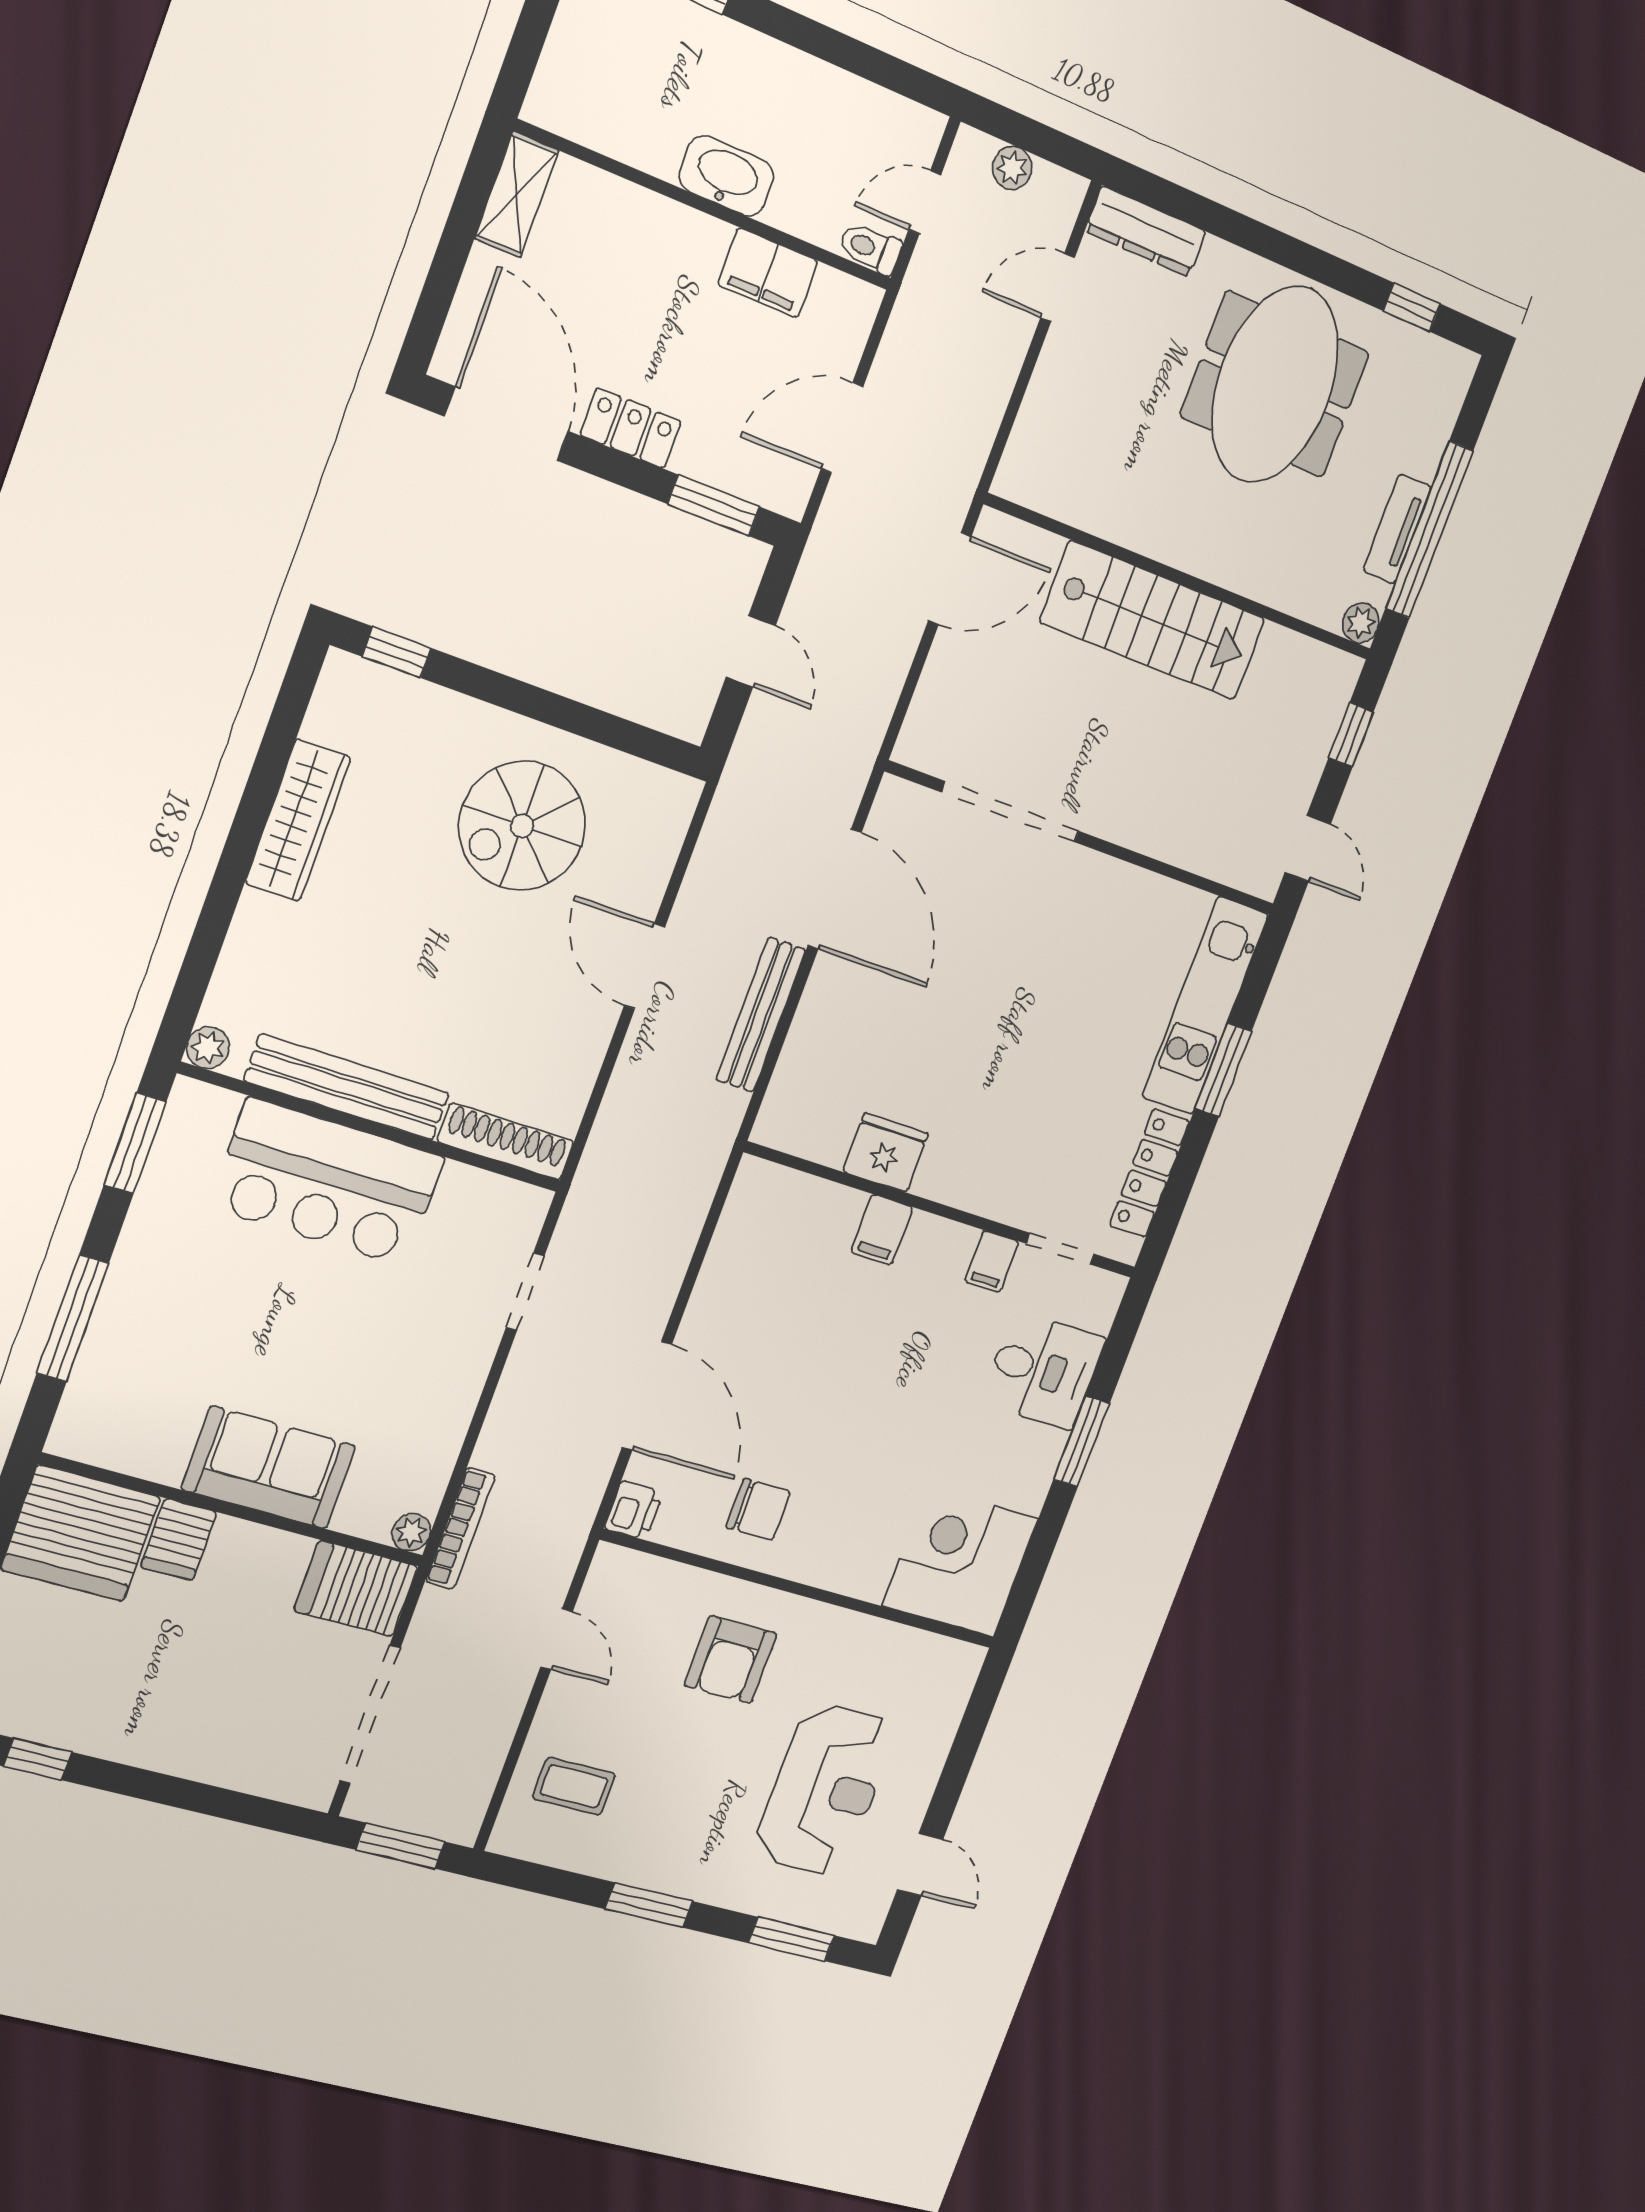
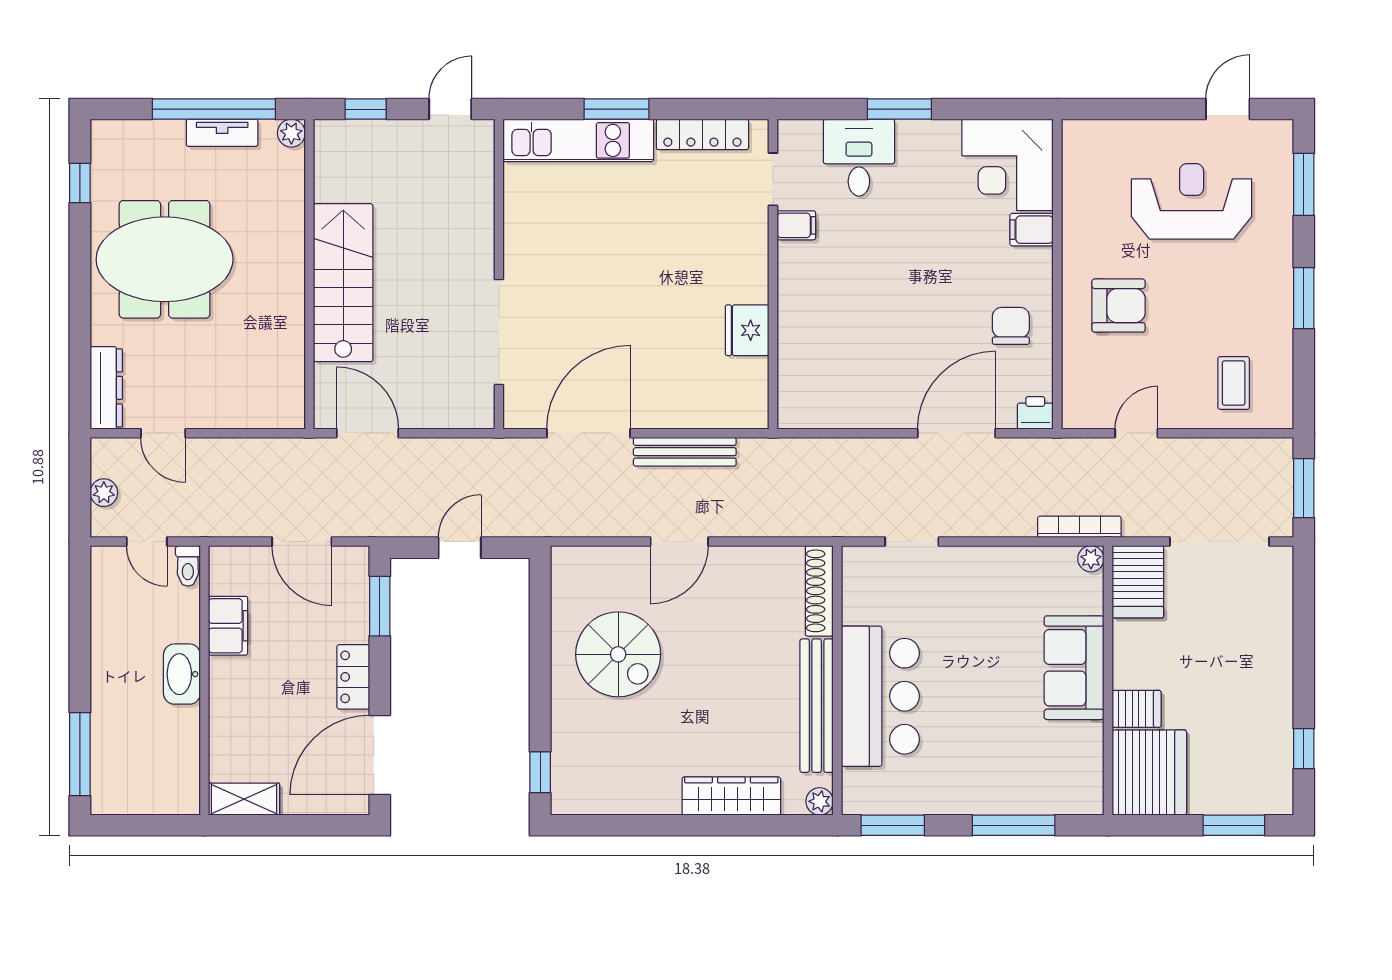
wardrobe: (298, 820) -> (731, 796), moved
filing cabinet: (882, 1230) -> (1032, 230), moved, turned 180

